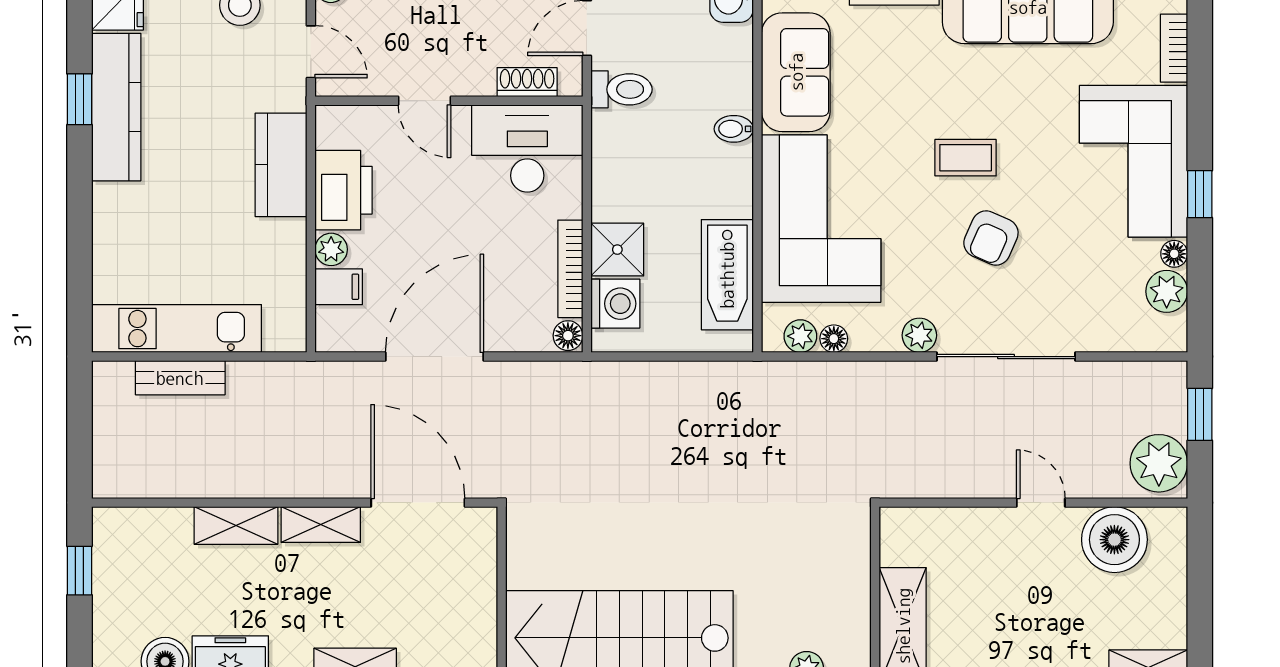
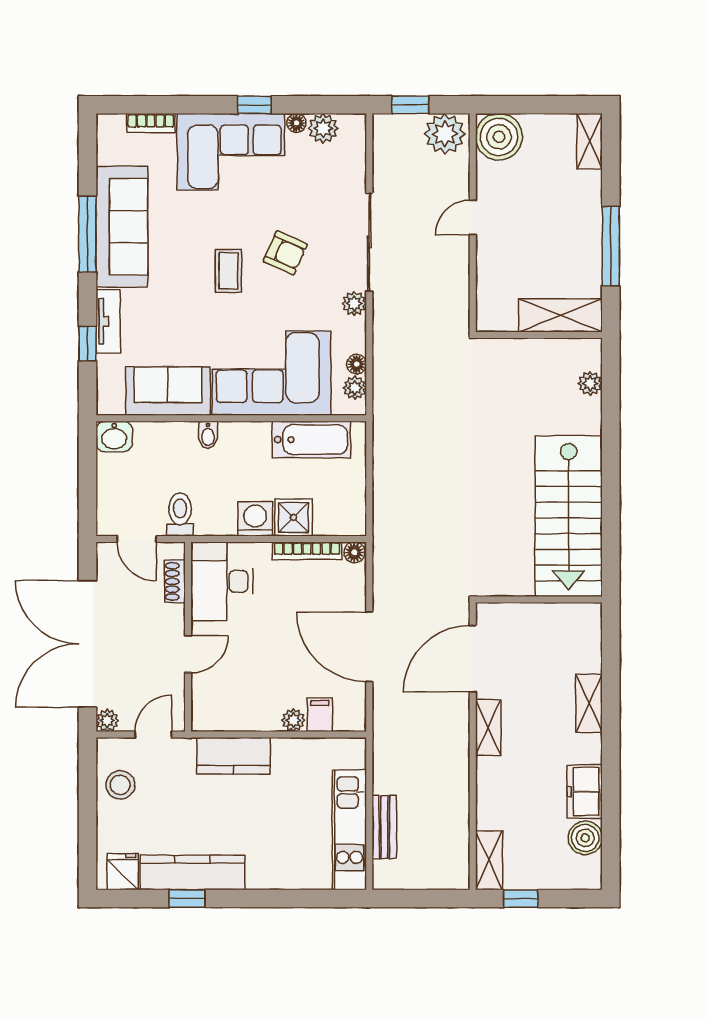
printer: (343, 190) -> (251, 711), removed
washing machine: (615, 304) -> (255, 519), moved
shelving: (236, 526) -> (489, 860), moved
boiler: (1114, 540) -> (499, 137), moved

